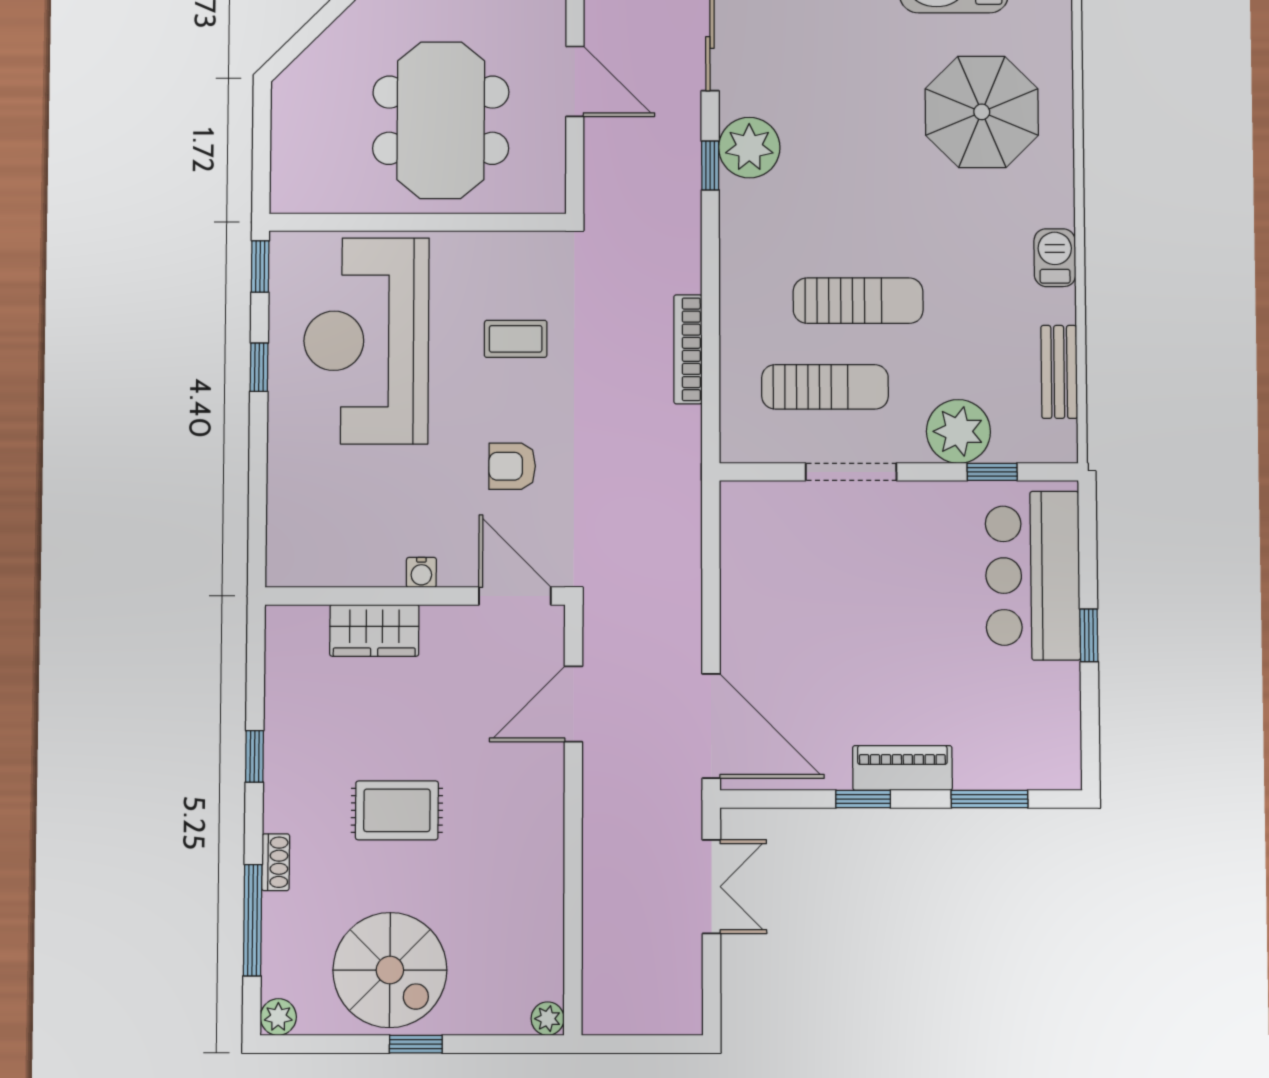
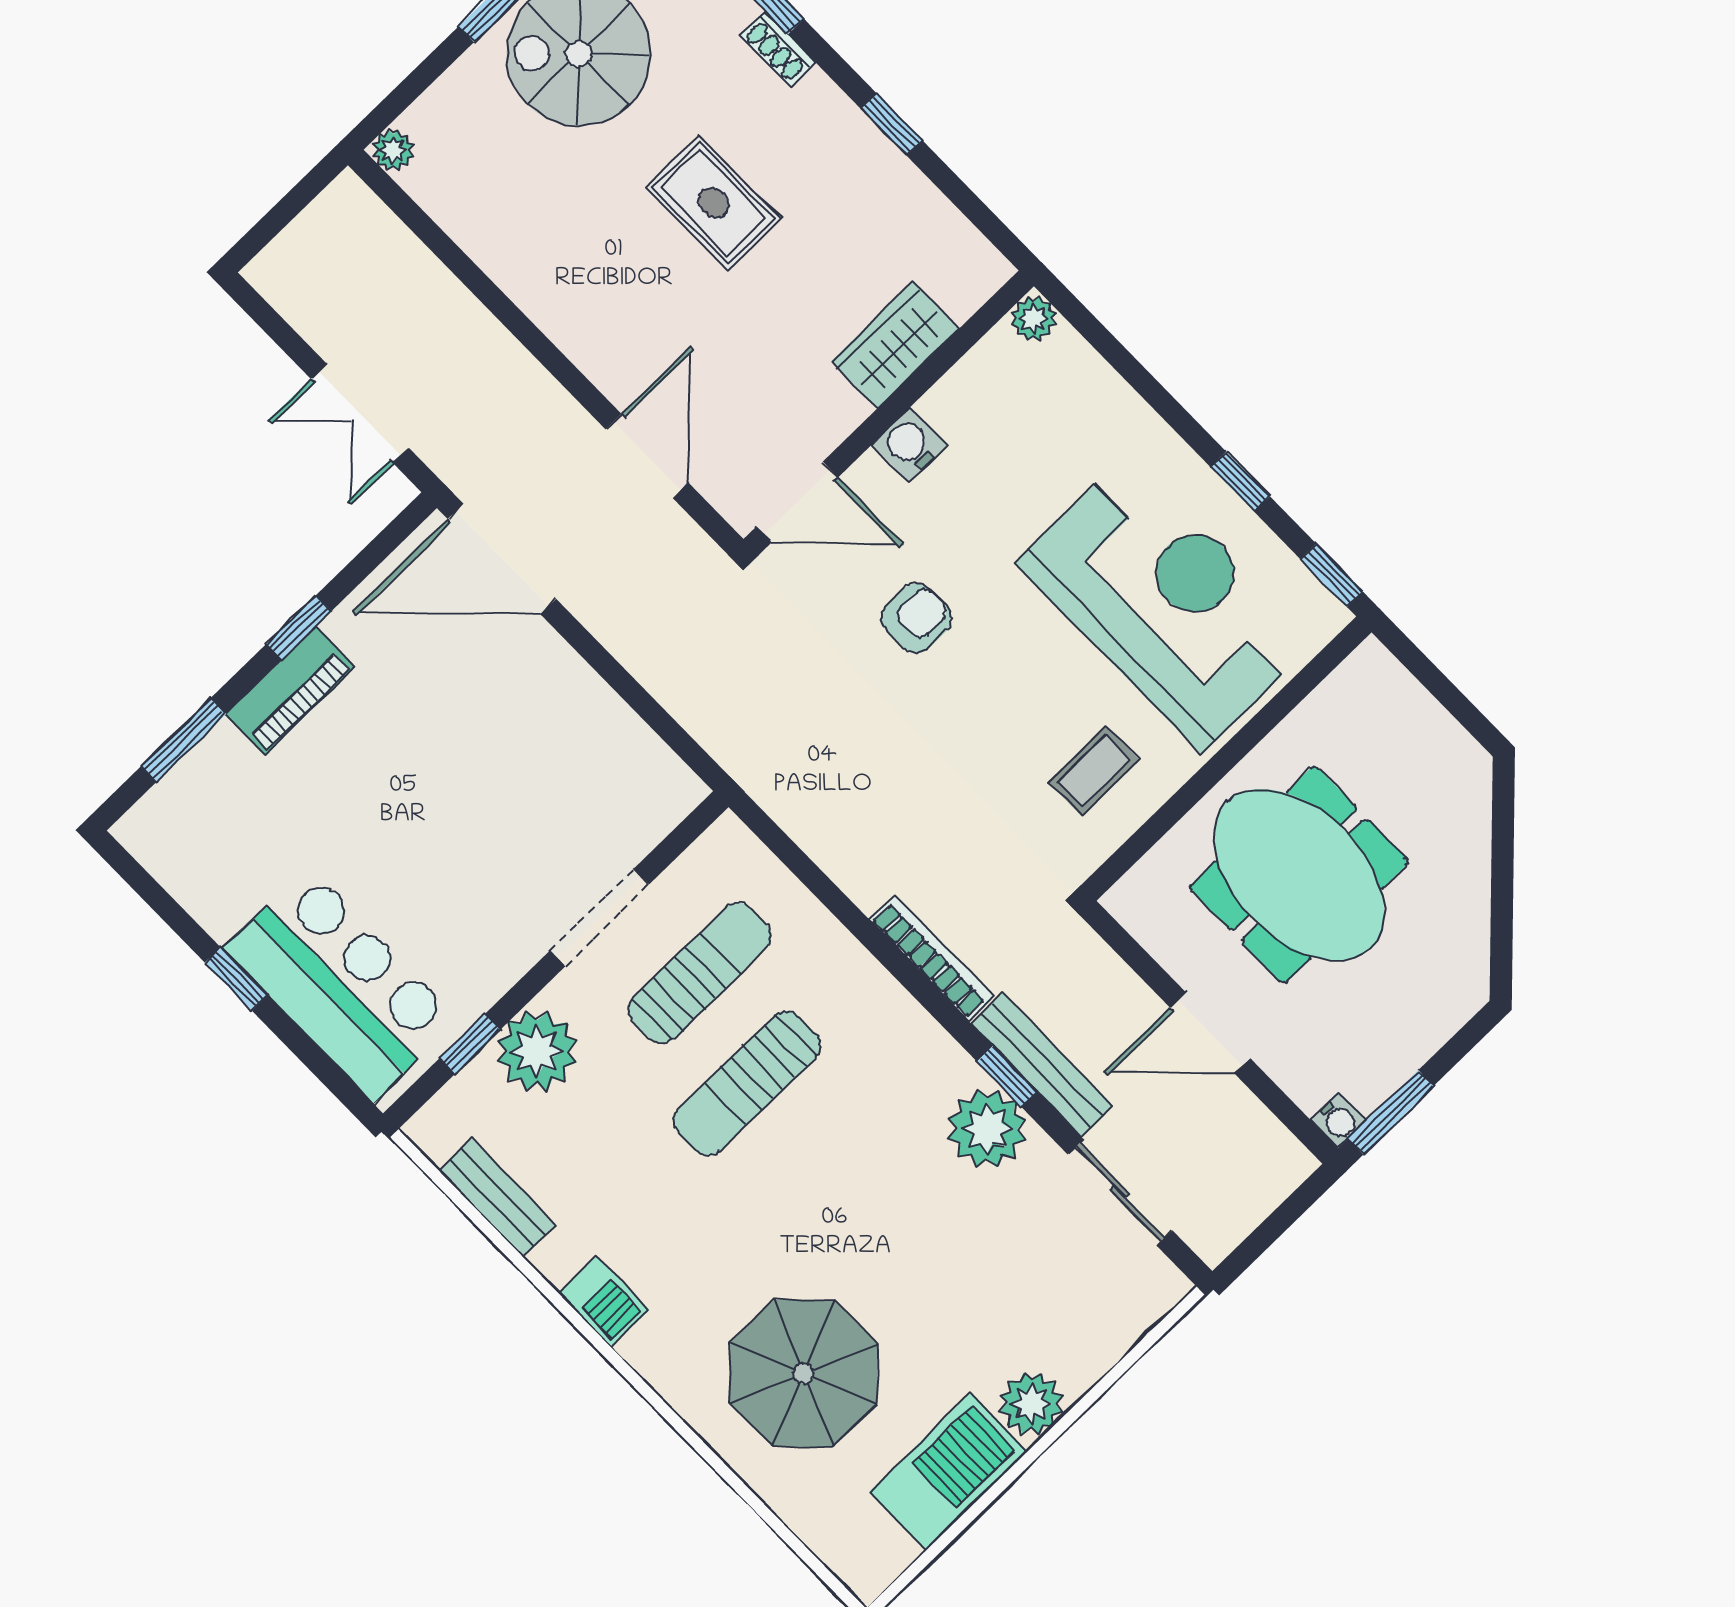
bench: (685, 153) -> (1042, 1065), added
coffee table: (516, 339) -> (1094, 771), moved
bookcase: (688, 349) -> (931, 957), moved
sun lounger: (825, 387) -> (700, 973), turned 180
plant: (283, 570) -> (1034, 319), added
water cooler: (421, 572) -> (909, 445), width x1.38, depth x1.38
rug: (397, 810) -> (714, 203), turned 90

